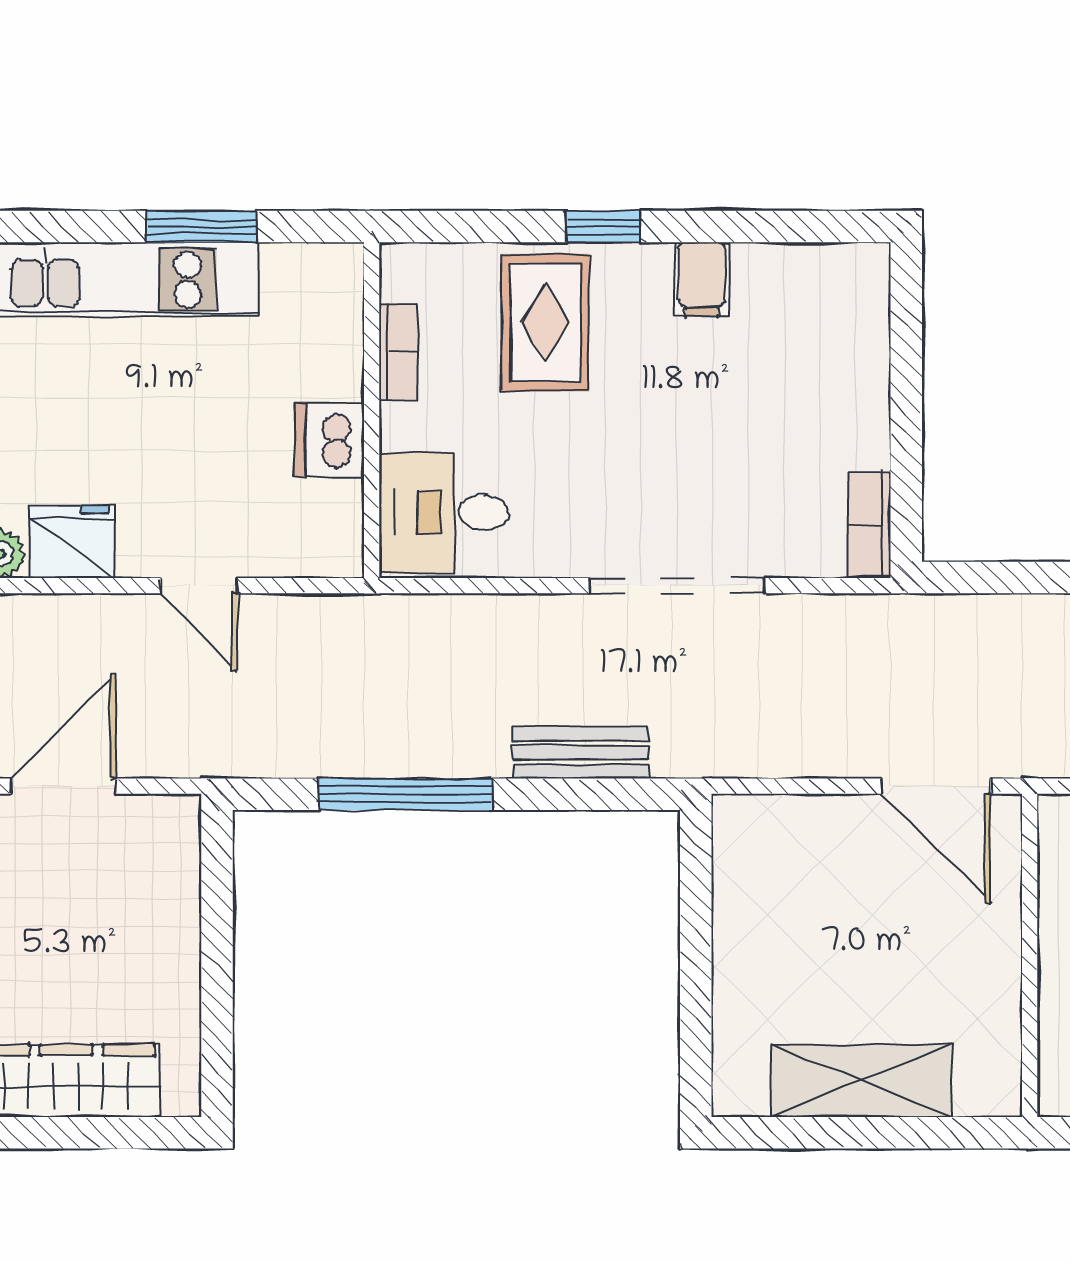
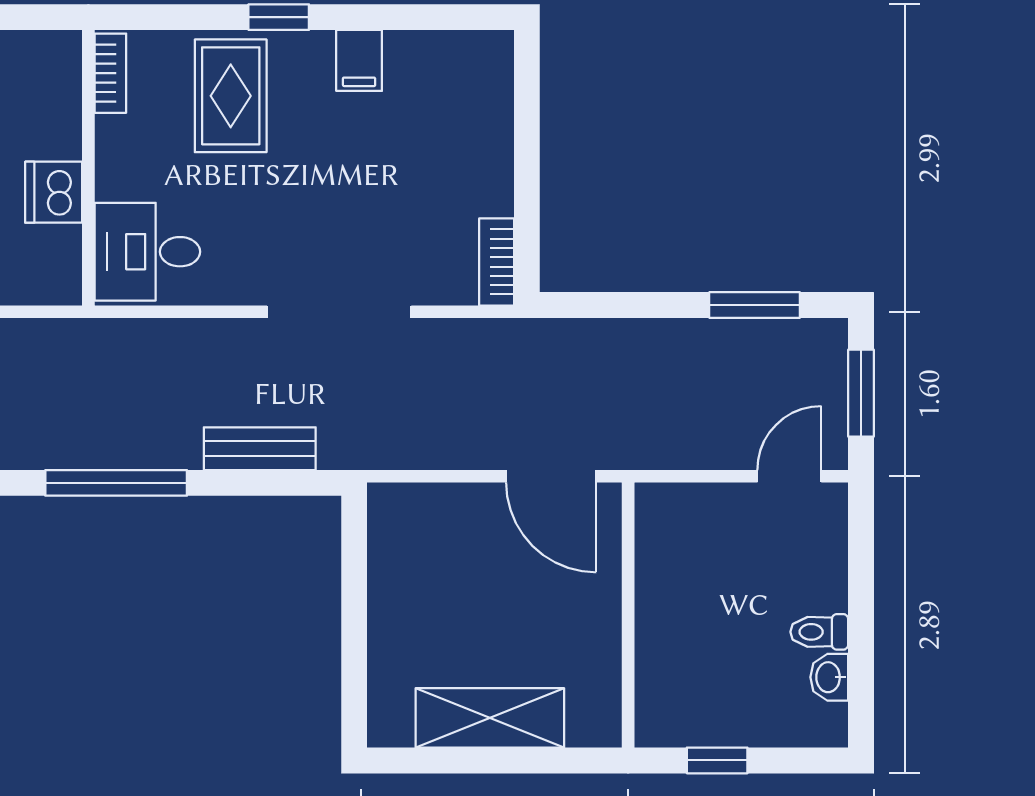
bookcase: (399, 351) -> (110, 73), moved

